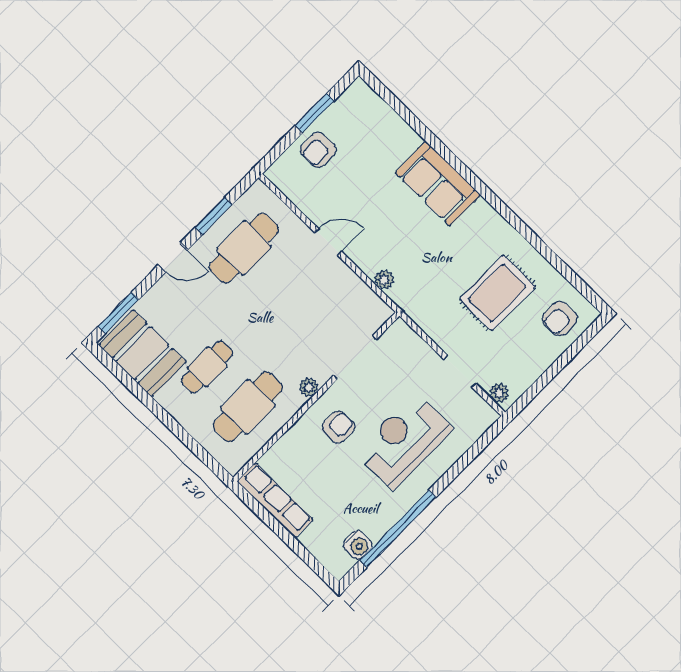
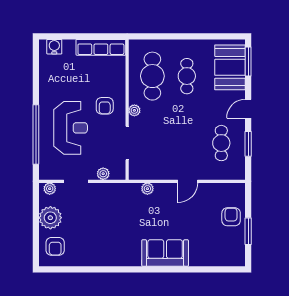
cafe table: (244, 248) -> (221, 143), width x0.73, depth x0.74
rug: (497, 293) -> (93, 231), removed
armchair: (560, 319) -> (55, 246), turned 180
plant: (419, 349) -> (103, 174), added
booth: (142, 353) -> (230, 67), moved, turned 90
plant: (532, 358) -> (50, 218), added
window: (398, 529) -> (36, 135), moved
water cooler: (358, 545) -> (54, 47), moved, turned 90

